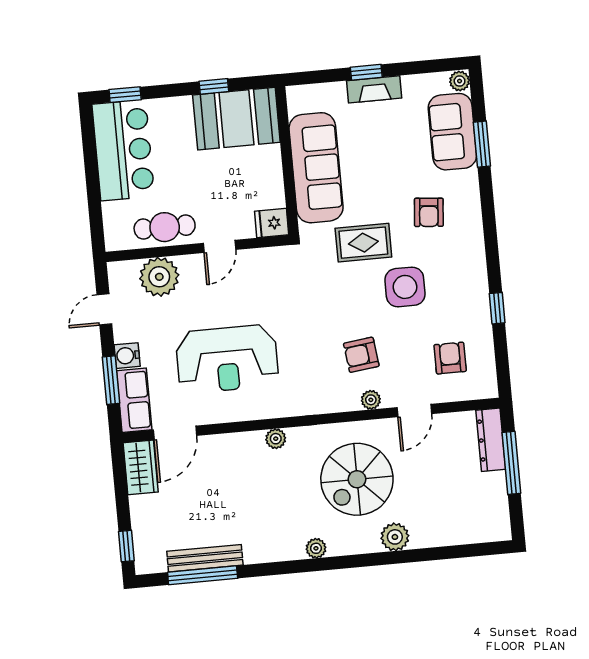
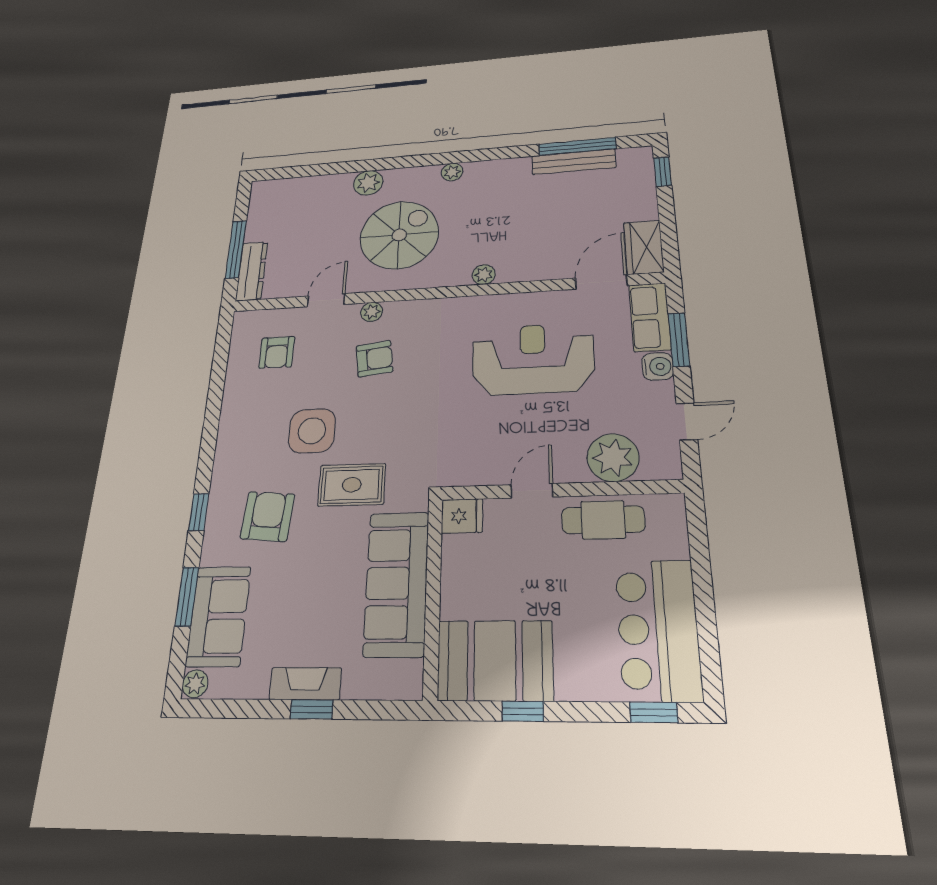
armchair: (429, 212) -> (267, 516), width x1.38, depth x1.38
window: (497, 308) -> (199, 512), moved

